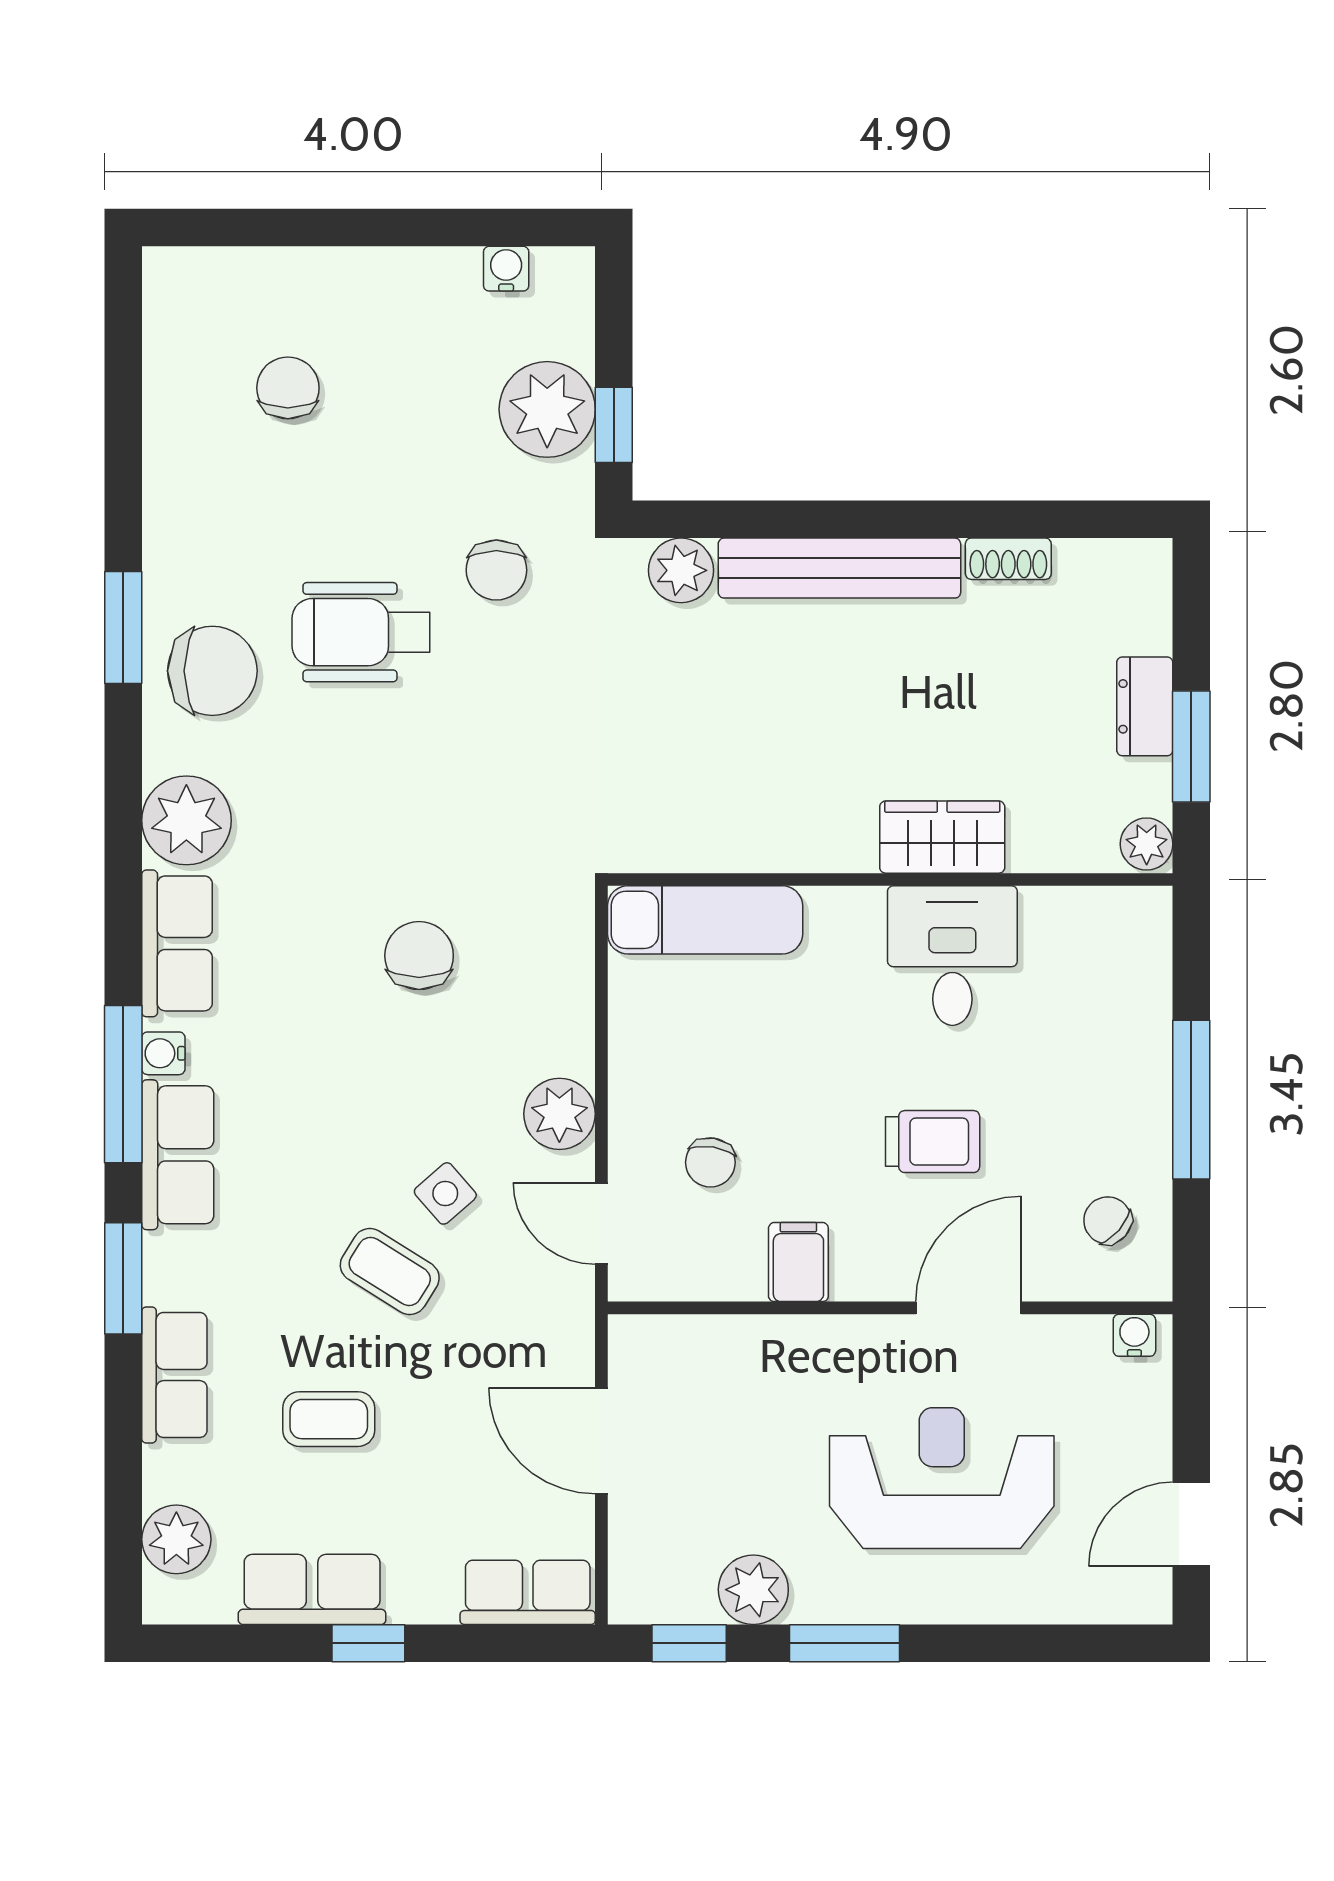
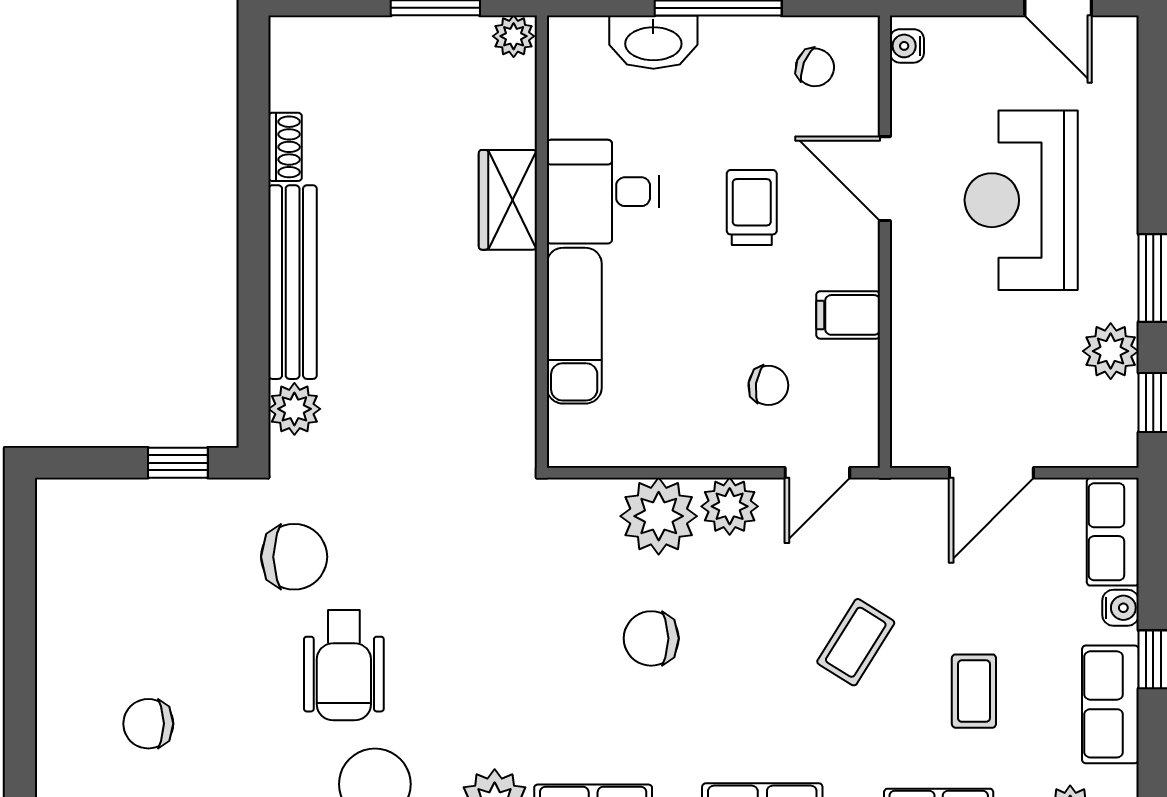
water cooler: (506, 269) -> (1120, 608), moved, turned 180
plant: (547, 409) -> (659, 516), moved
chair: (496, 570) -> (294, 557), width x1.37, depth x1.37
dresser: (1145, 706) -> (403, 38), removed
exam couch: (705, 920) -> (574, 326), moved
chair: (419, 956) -> (651, 638), moved
washbasin: (1139, 1019) -> (653, 42), added
side table: (445, 1193) -> (793, 598), removed
chair: (1108, 1220) -> (815, 67), turned -109

